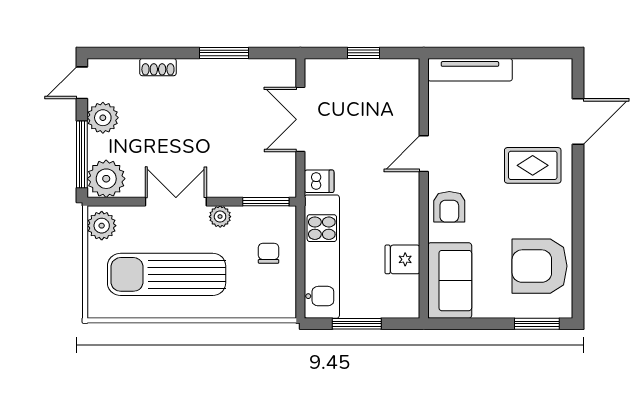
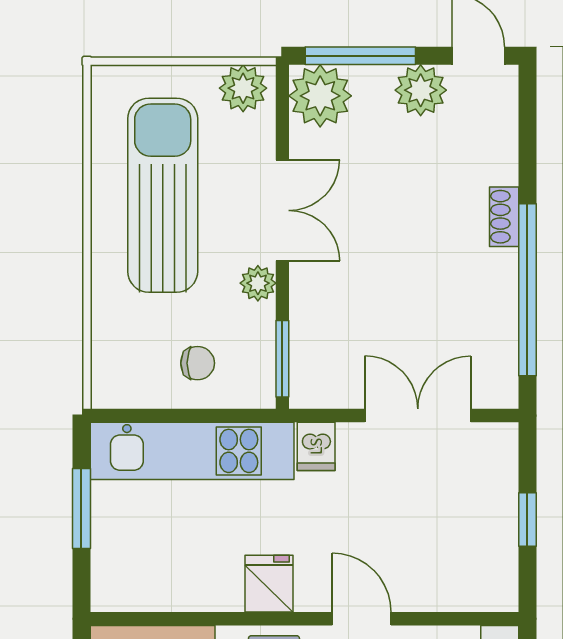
window: (224, 53) -> (527, 290), width x2.11
shoe rack: (158, 67) -> (504, 217), moved
fridge: (402, 259) -> (269, 584), moved

